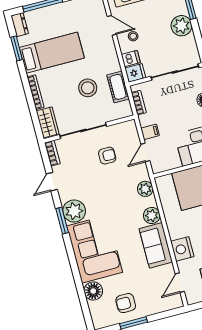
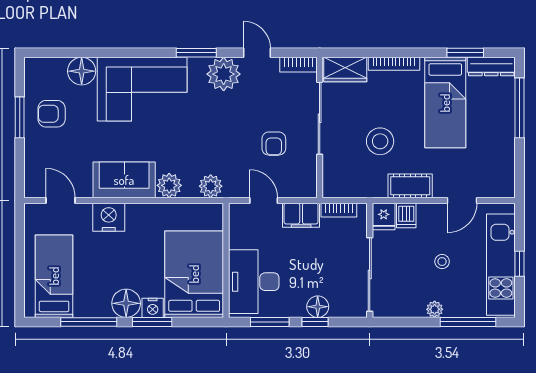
dresser: (20, 25) -> (491, 66), width x1.44
plant: (181, 26) -> (435, 309), width x0.53, depth x0.53
stool: (133, 36) -> (442, 262), moved
cot: (118, 87) -> (410, 186), moved
filing cabinet: (150, 132) -> (301, 215), width x2.00
plant: (74, 211) -> (224, 74), moved
armchair: (126, 303) -> (52, 114), turned -90

